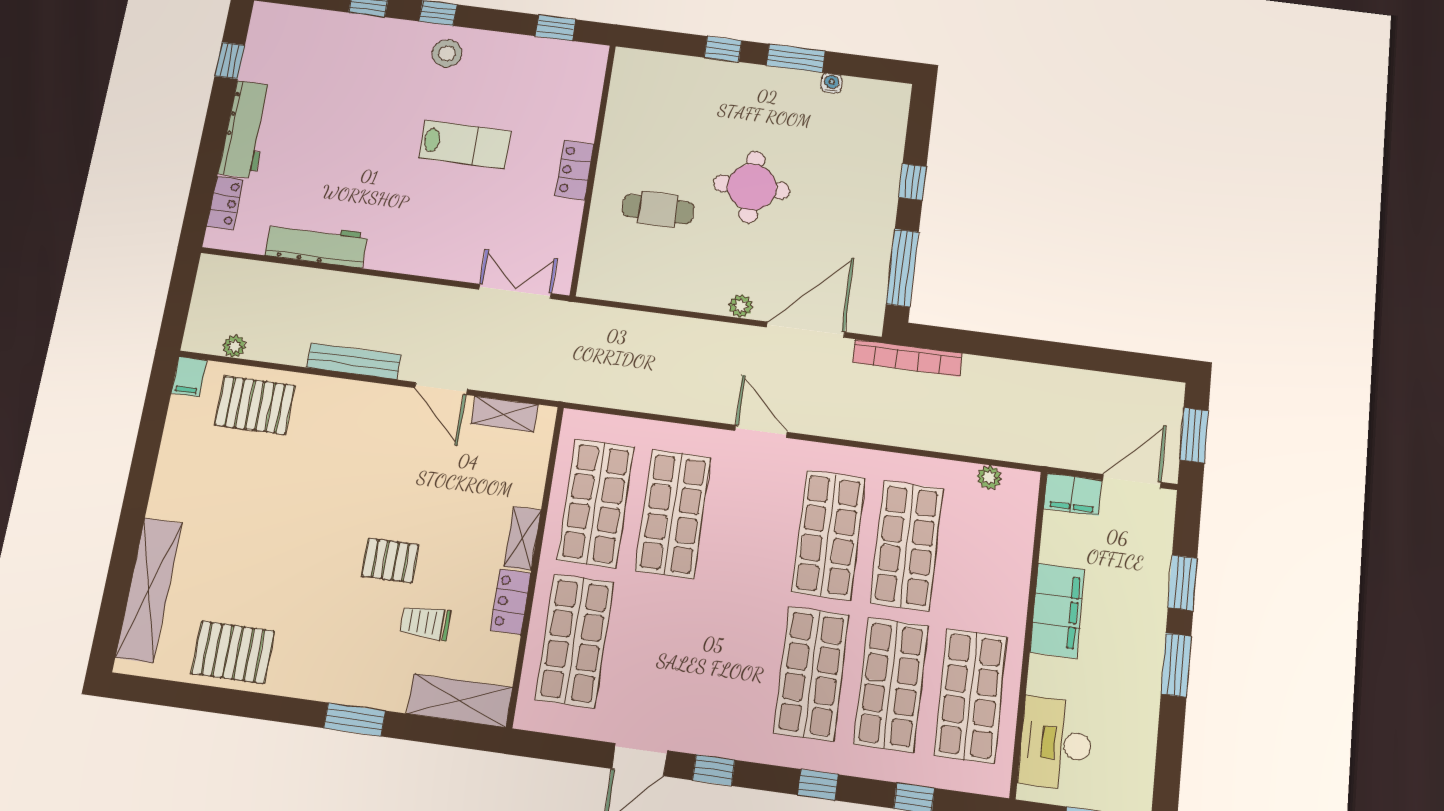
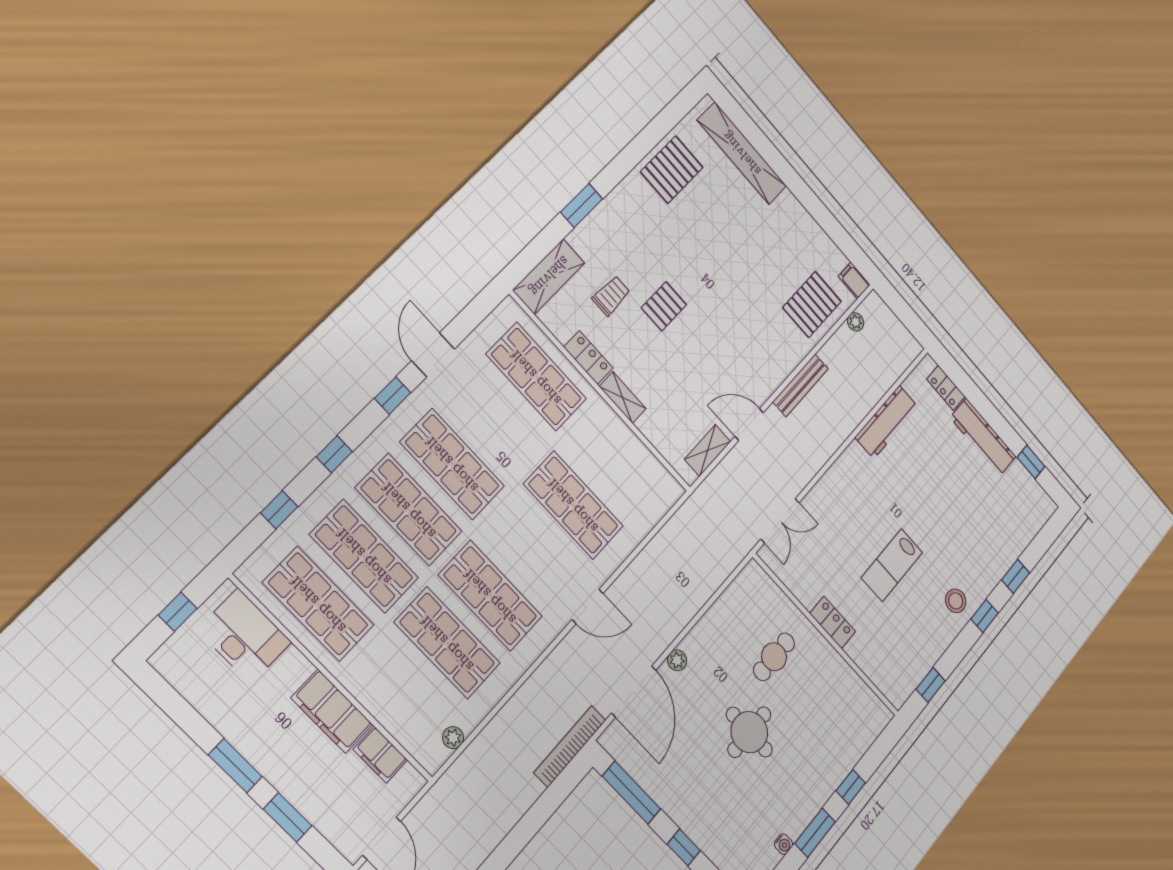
filing cabinet: (1073, 494) -> (380, 755), moved, turned -90
shop shelf: (596, 503) -> (452, 464), moved

